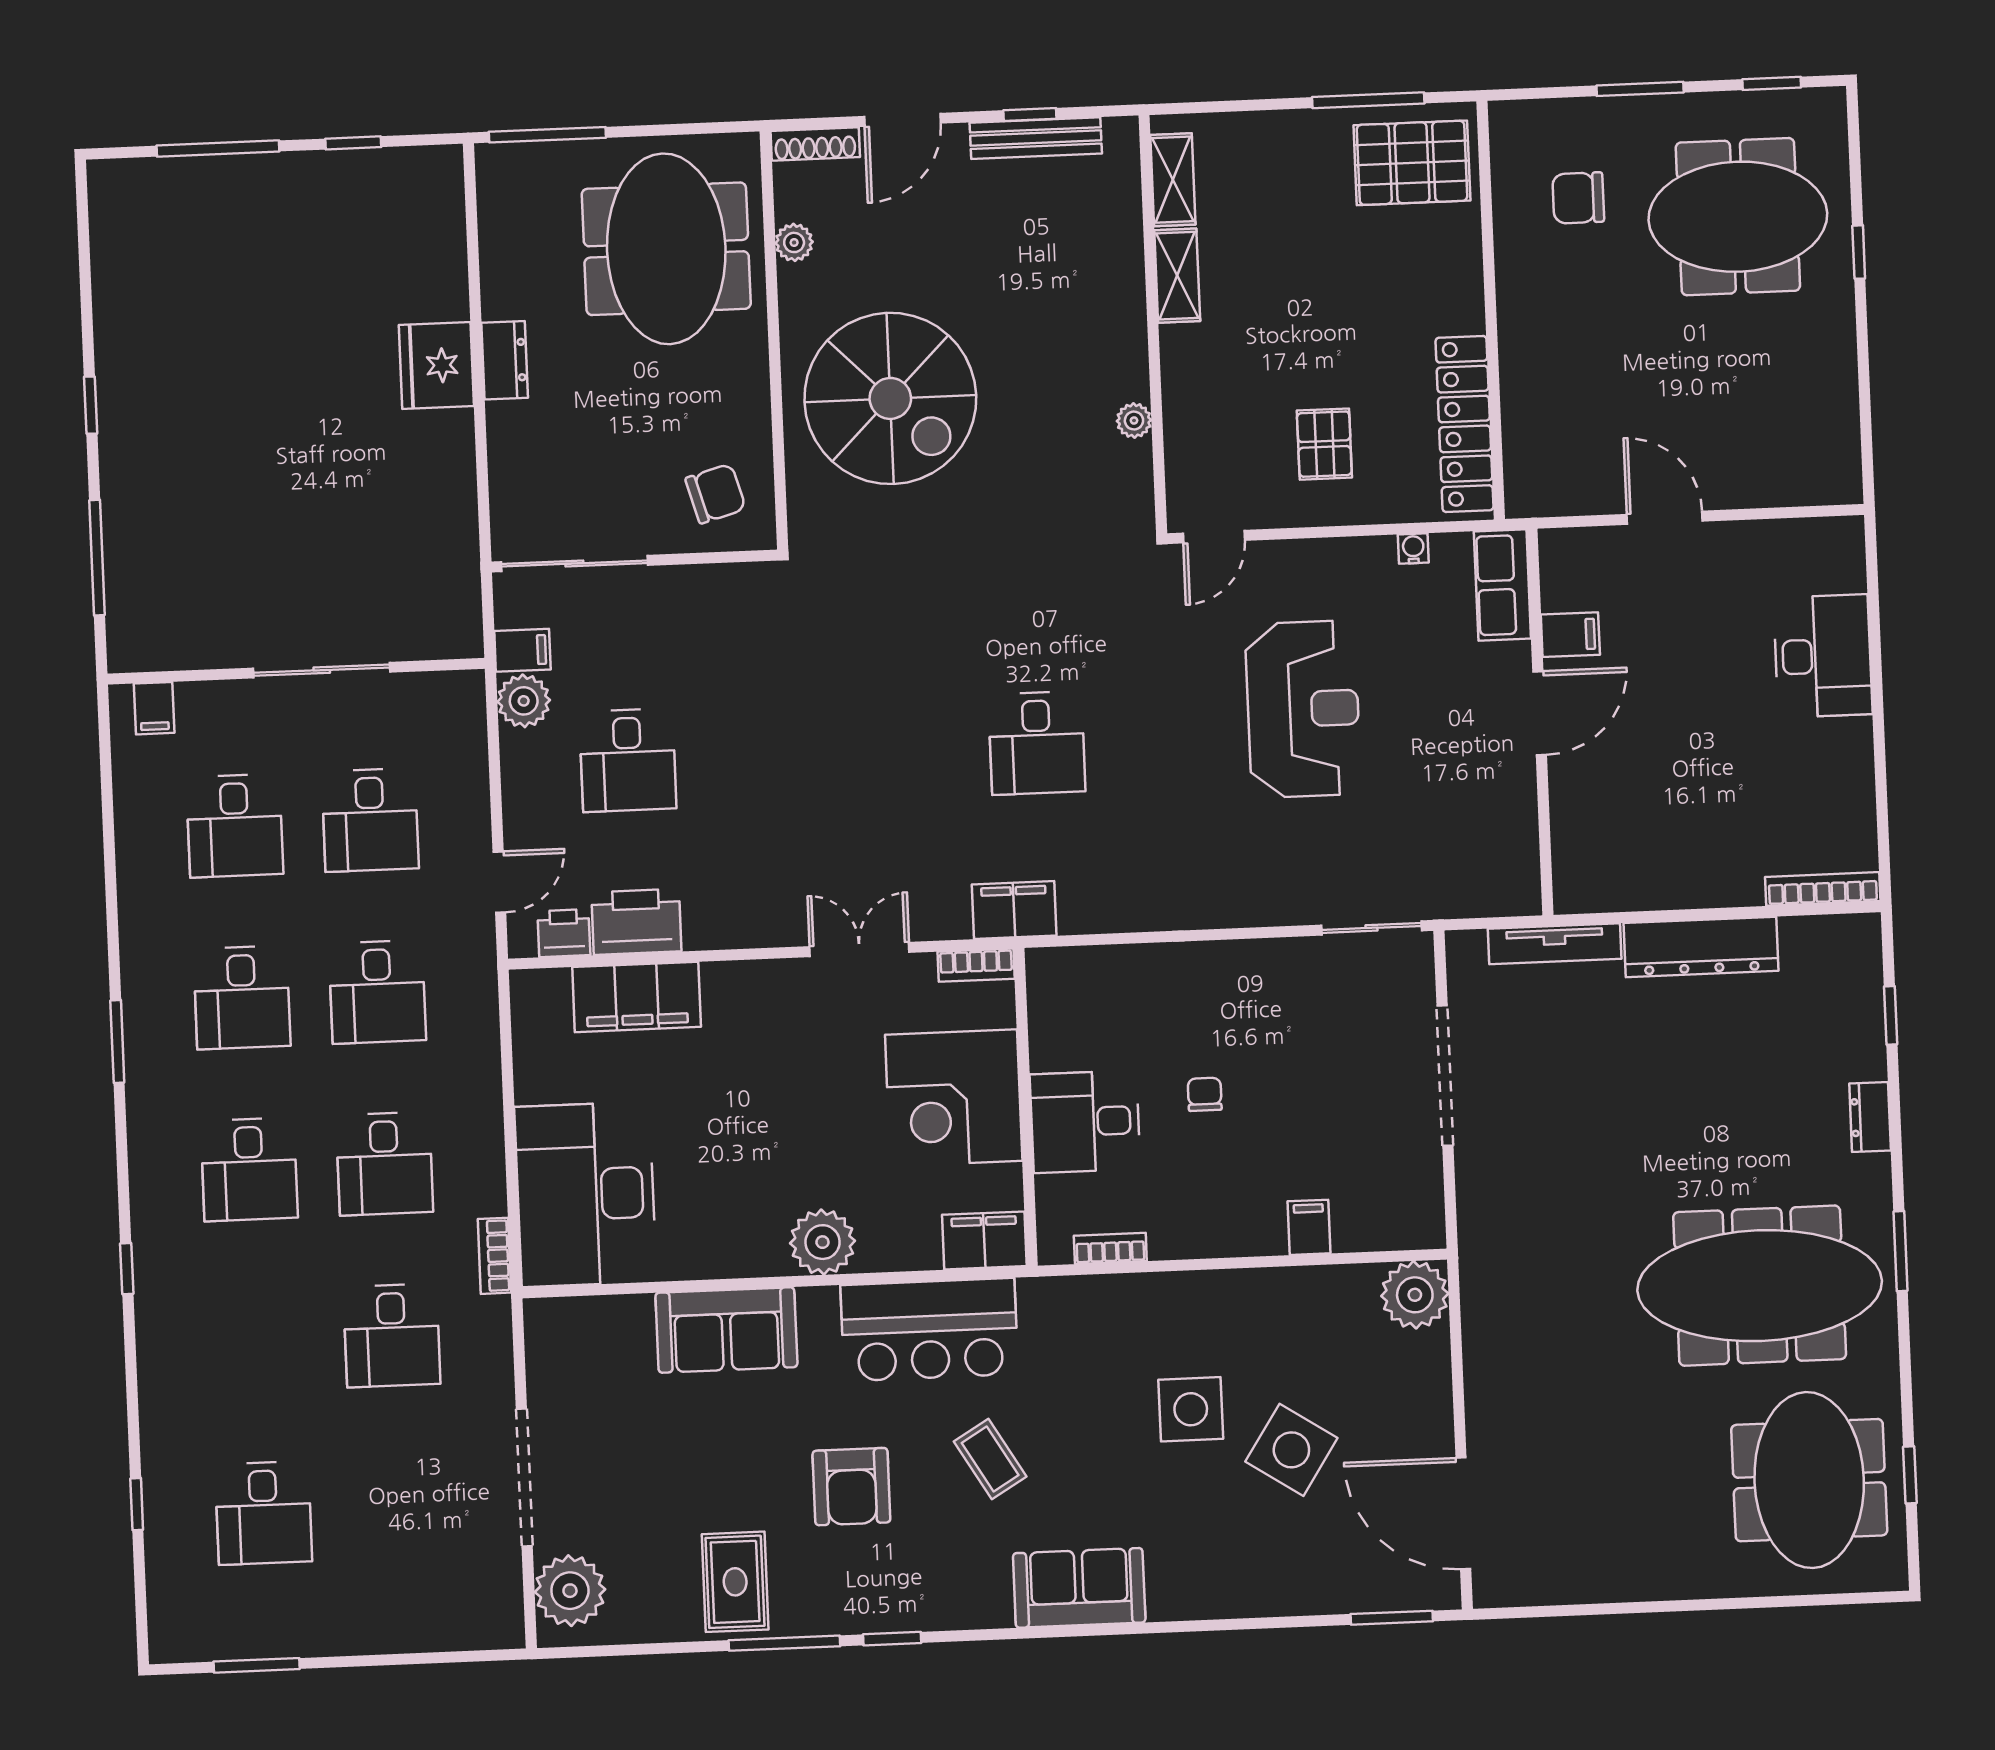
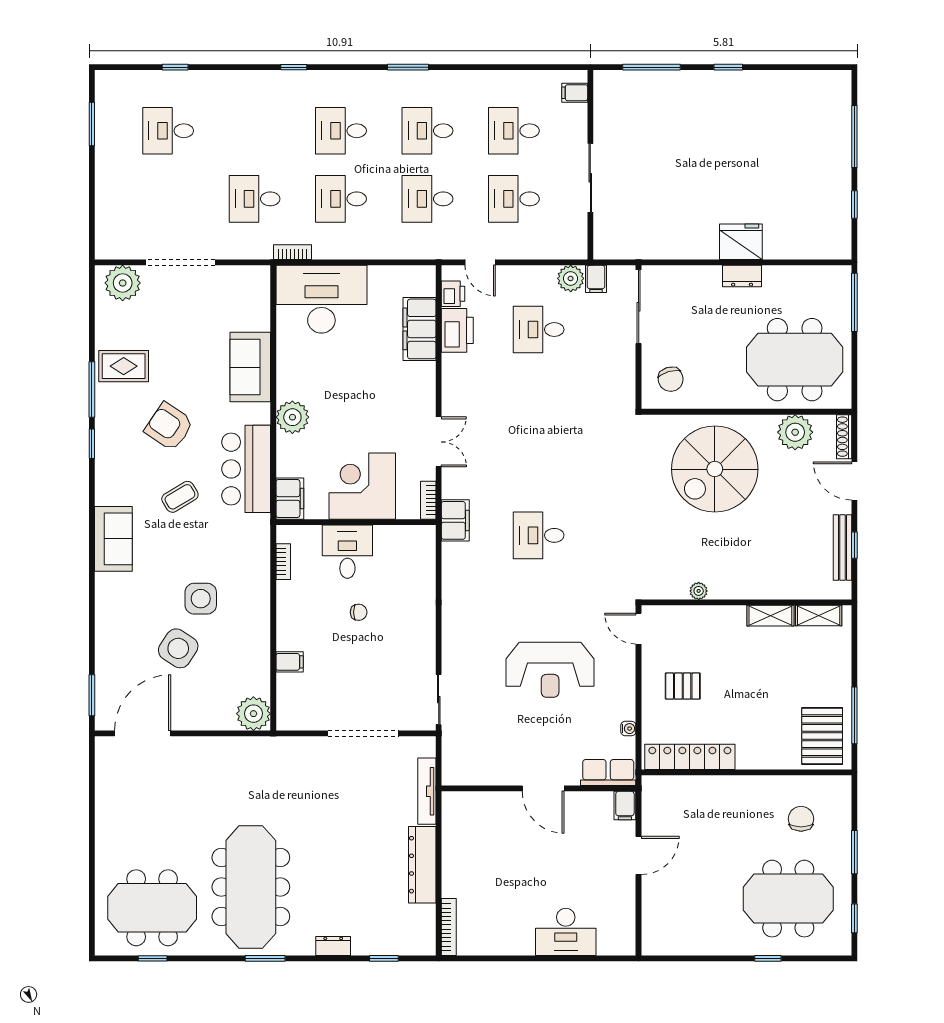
meeting table: (1738, 217) -> (788, 899), turned 90
plant: (794, 242) -> (795, 432), width x1.87, depth x1.87
filing cabinet: (1570, 635) -> (625, 806), moved
armchair: (851, 1487) -> (169, 427), turned 34

